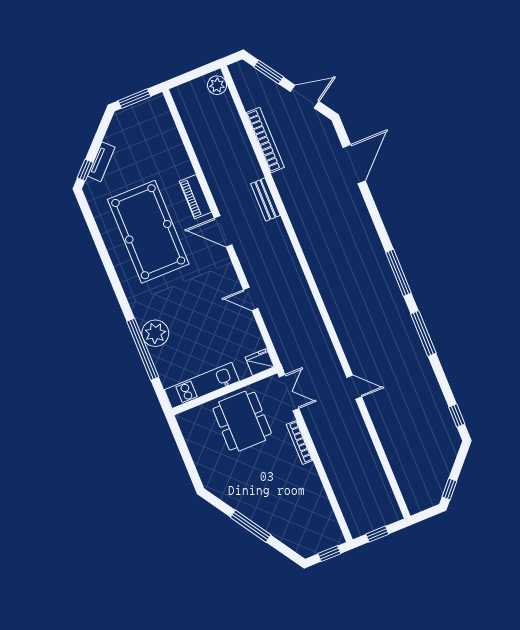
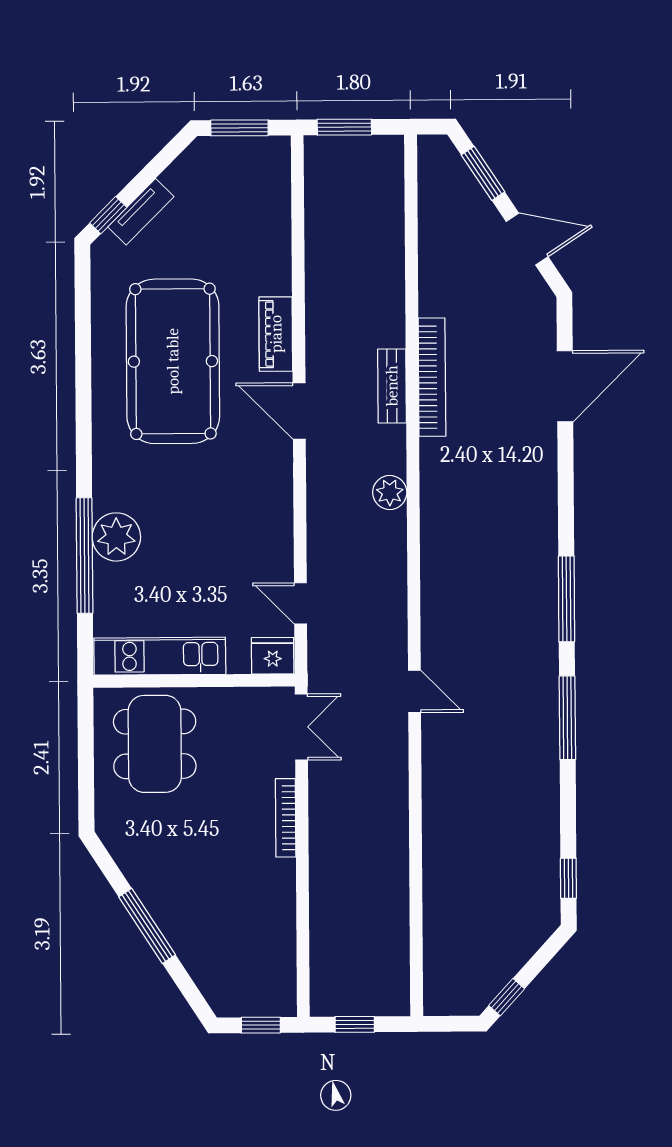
window: (188, 77) -> (344, 127), added
plant: (217, 85) -> (390, 492), moved
bookcase: (265, 140) -> (432, 377), moved
door: (251, 299) -> (300, 603), moved
door: (354, 387) -> (414, 691), moved
dining table: (242, 421) -> (155, 744), moved

